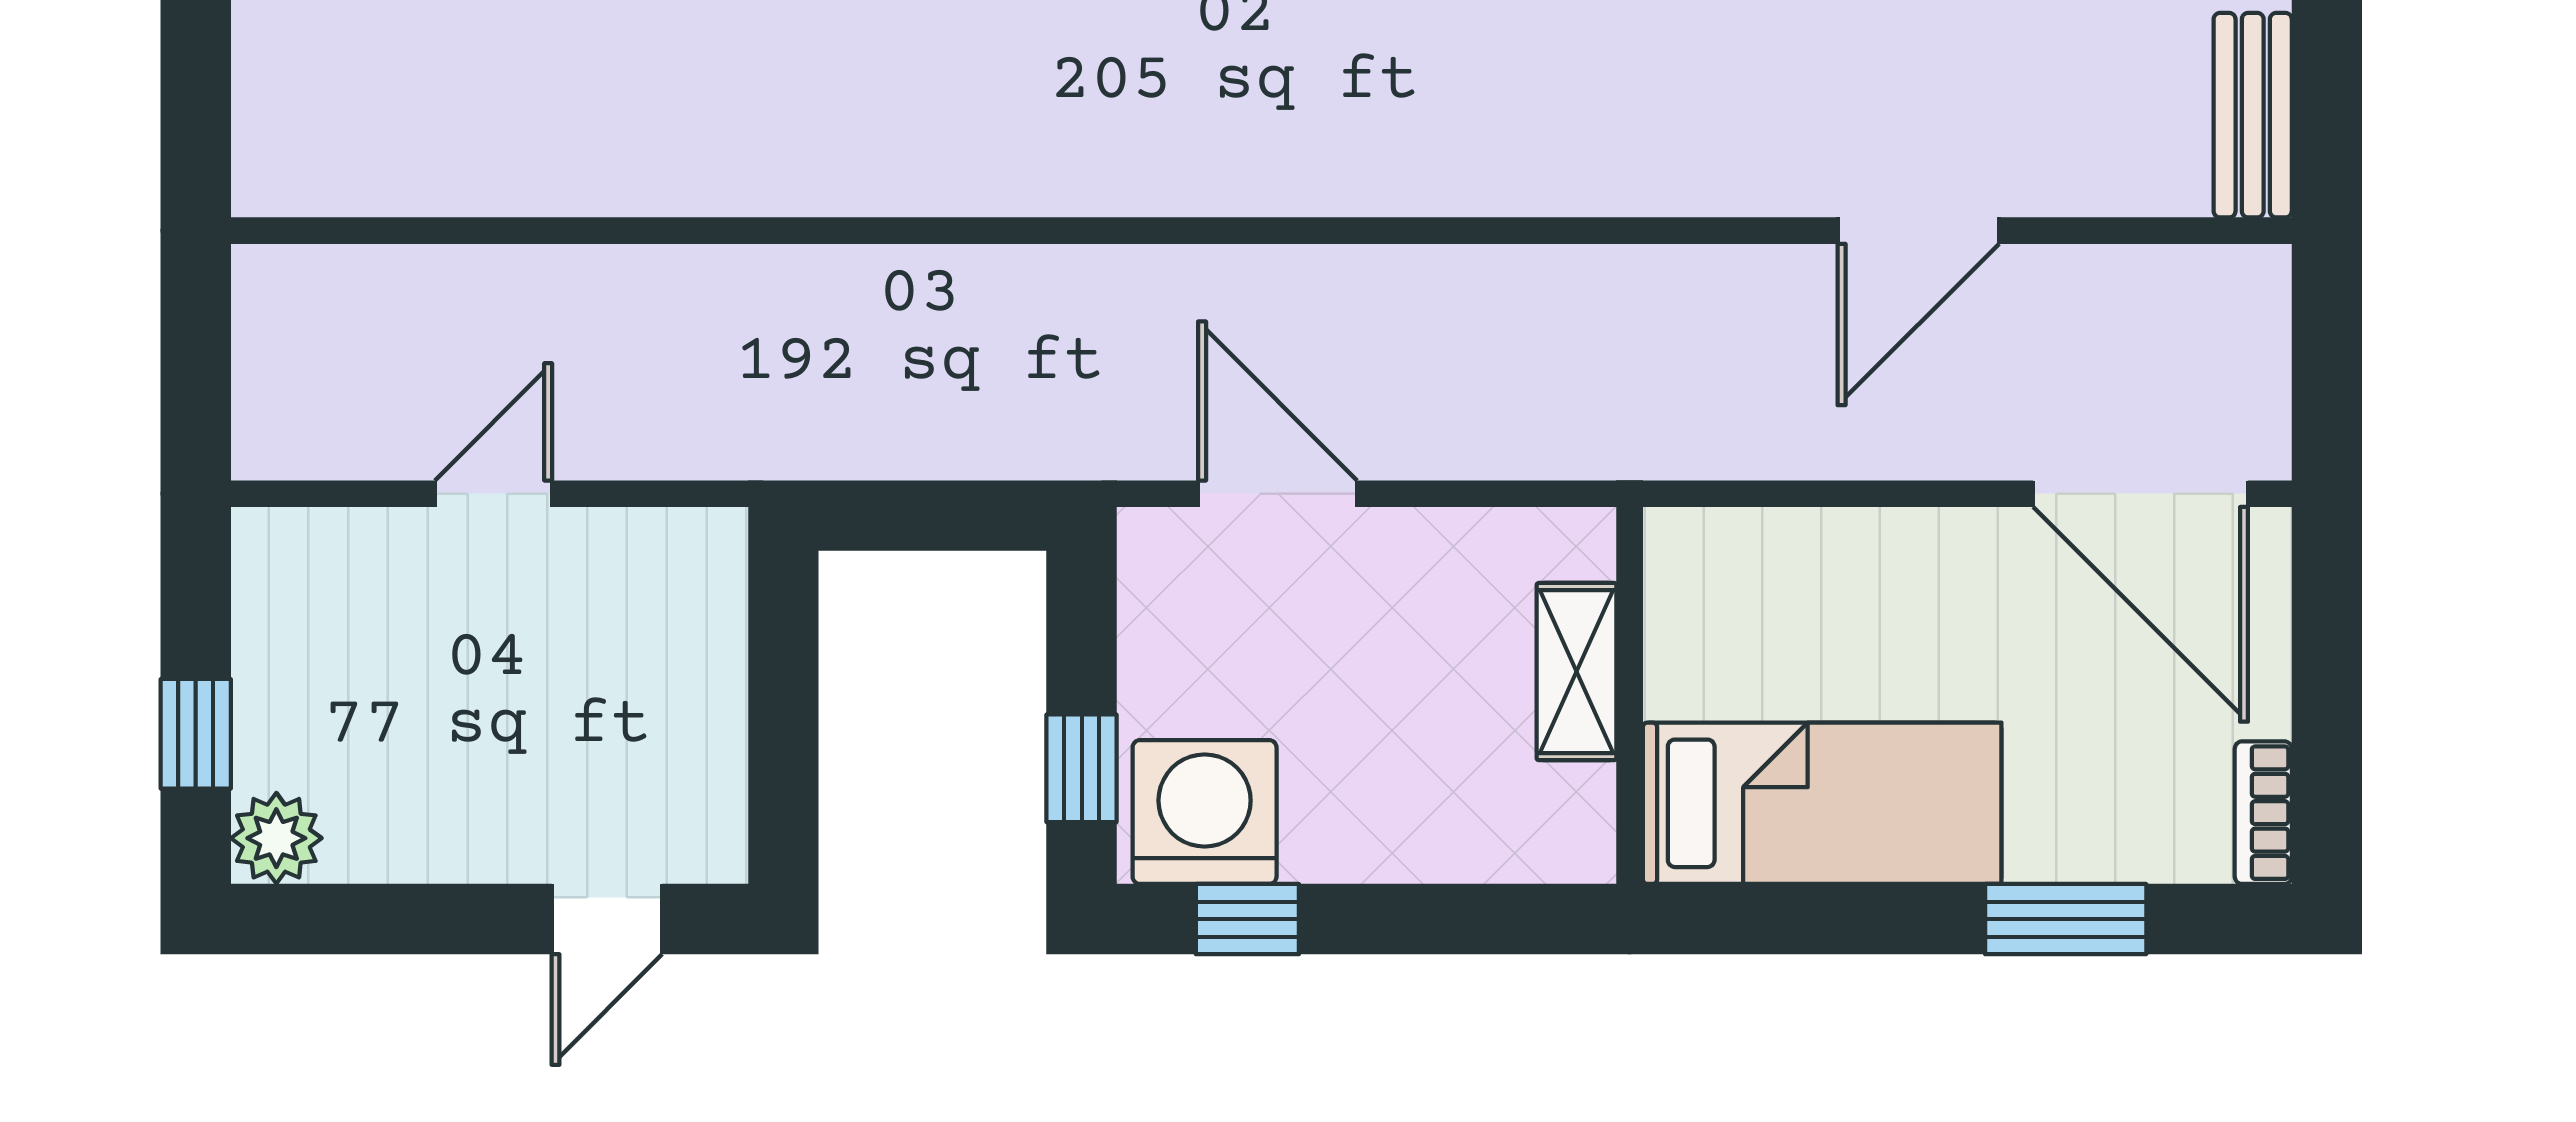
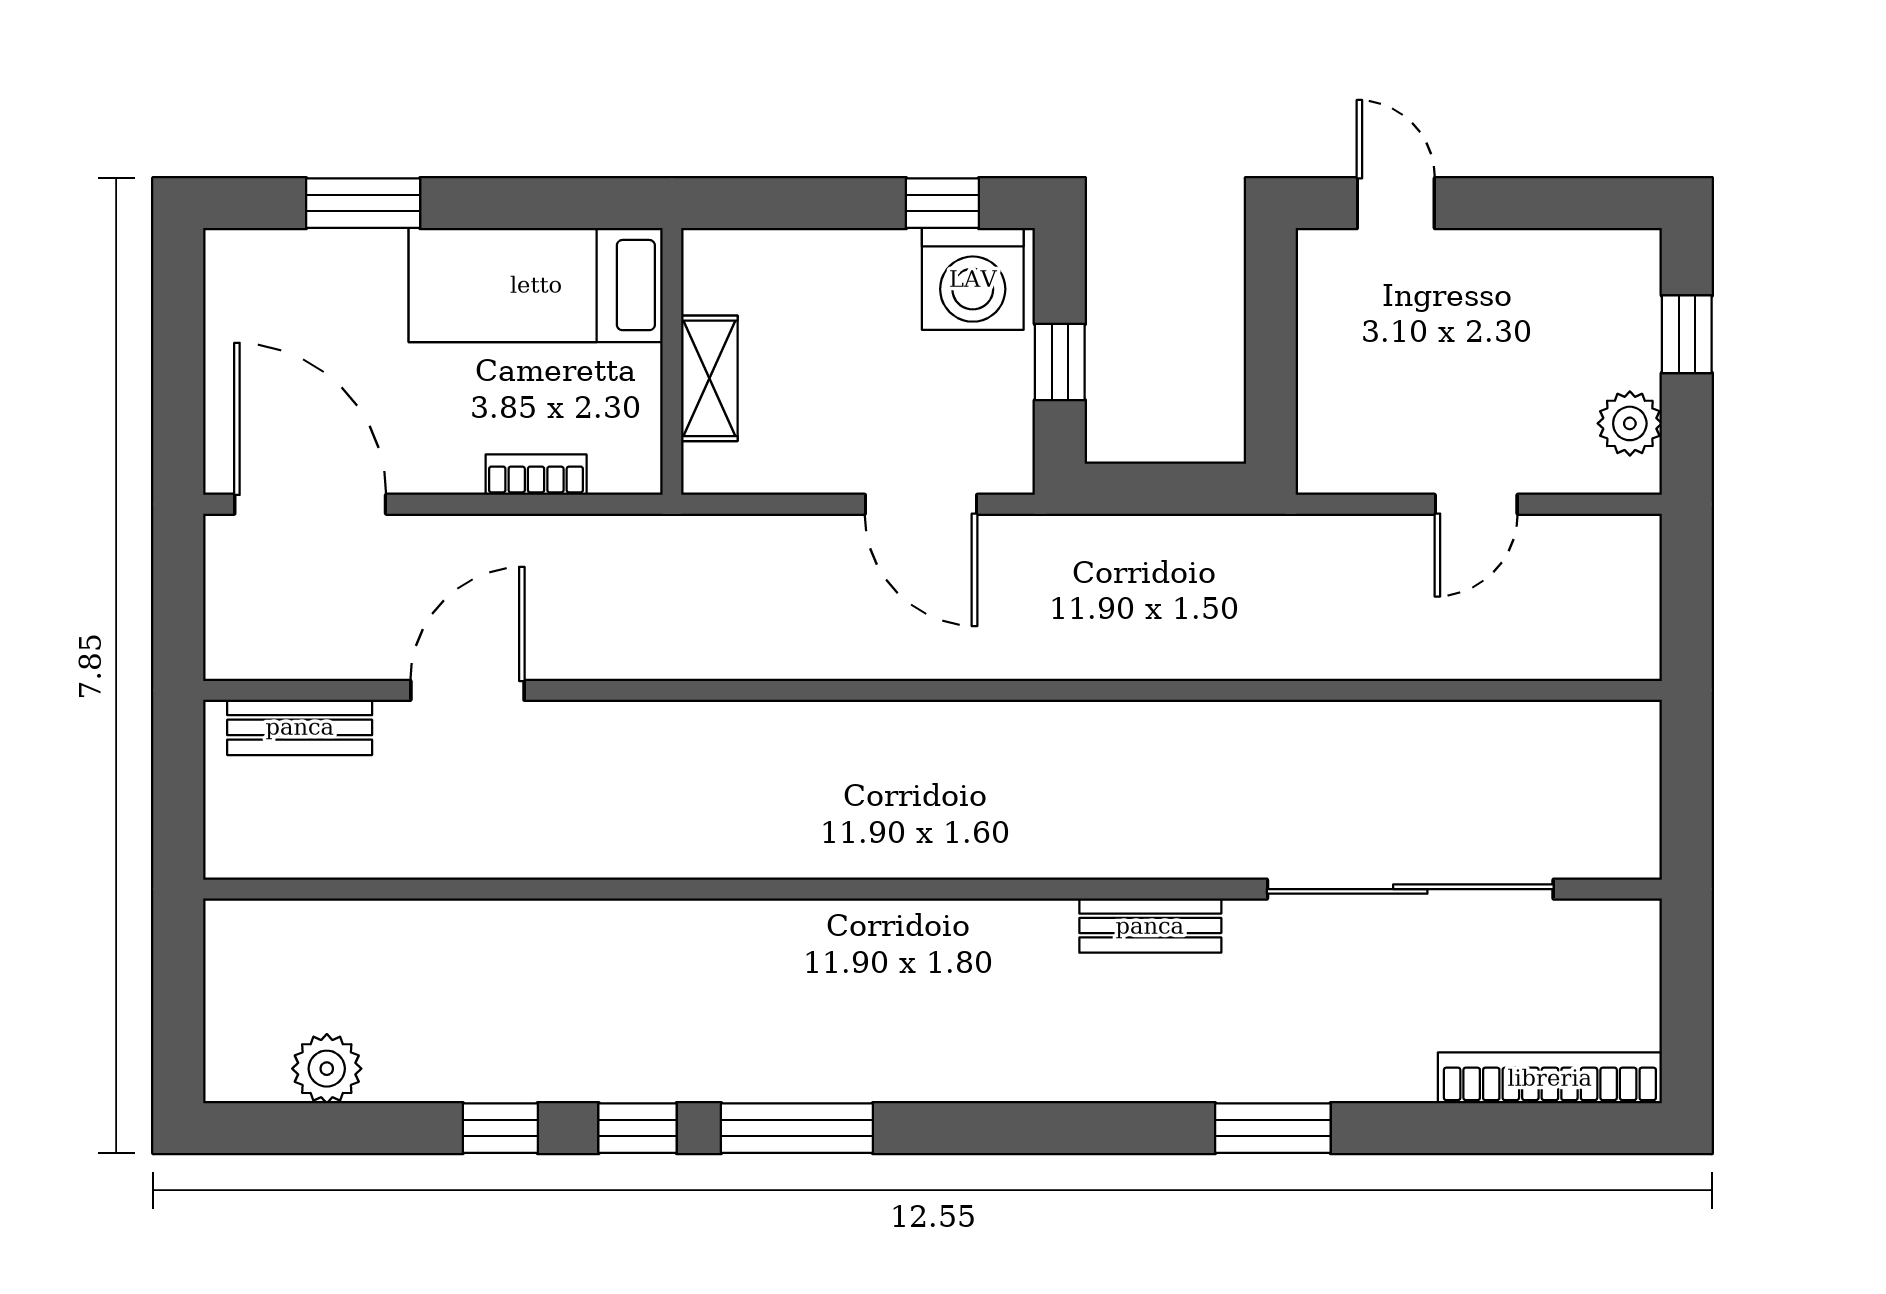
bench: (2253, 115) -> (300, 727), moved, turned 90
window: (1082, 768) -> (1060, 362), moved
bookcase: (2263, 813) -> (536, 475), moved, turned -90
plant: (276, 838) -> (1630, 423), moved
door: (607, 919) -> (1396, 203), hinge flipped

